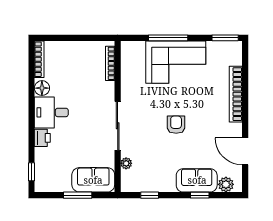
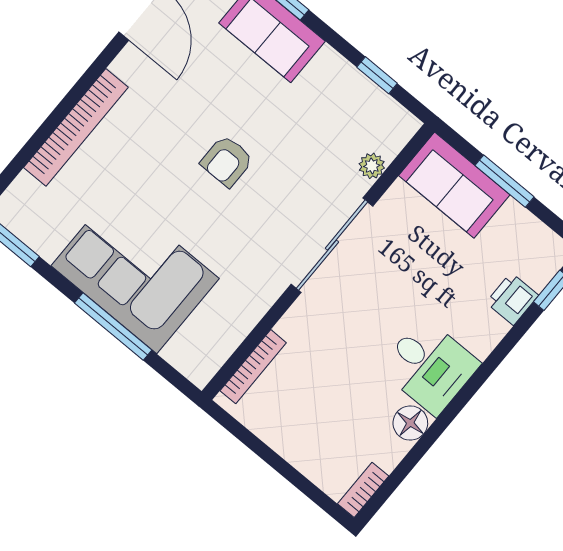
bookcase: (39, 59) -> (363, 490), width x0.64
printer: (42, 138) -> (512, 299), moved

